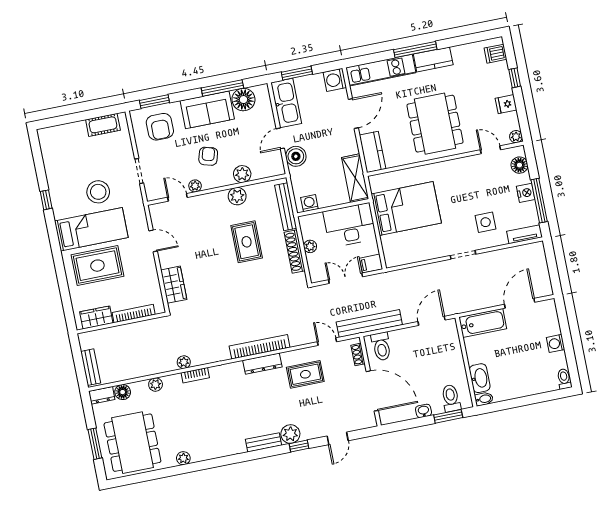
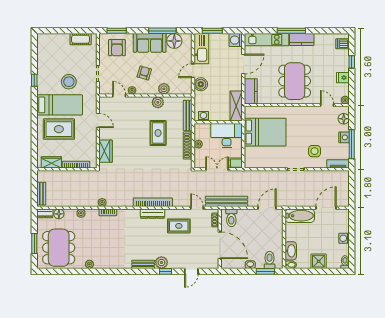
shower: (525, 385) -> (319, 261), added

